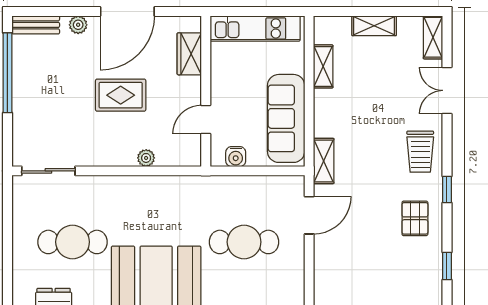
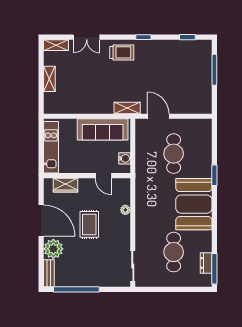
plant: (78, 25) -> (53, 249), width x1.88, depth x1.88
shelving: (323, 66) -> (73, 108), removed
pallet: (415, 218) -> (160, 55), removed

